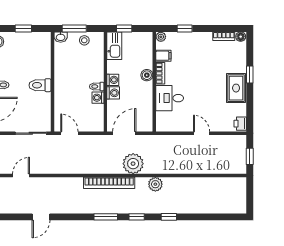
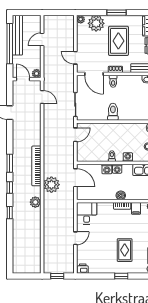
rug: (236, 88) -> (125, 250), moved, turned 90
washing machine: (98, 98) -> (128, 157), moved
desk: (170, 98) -> (87, 213), moved

